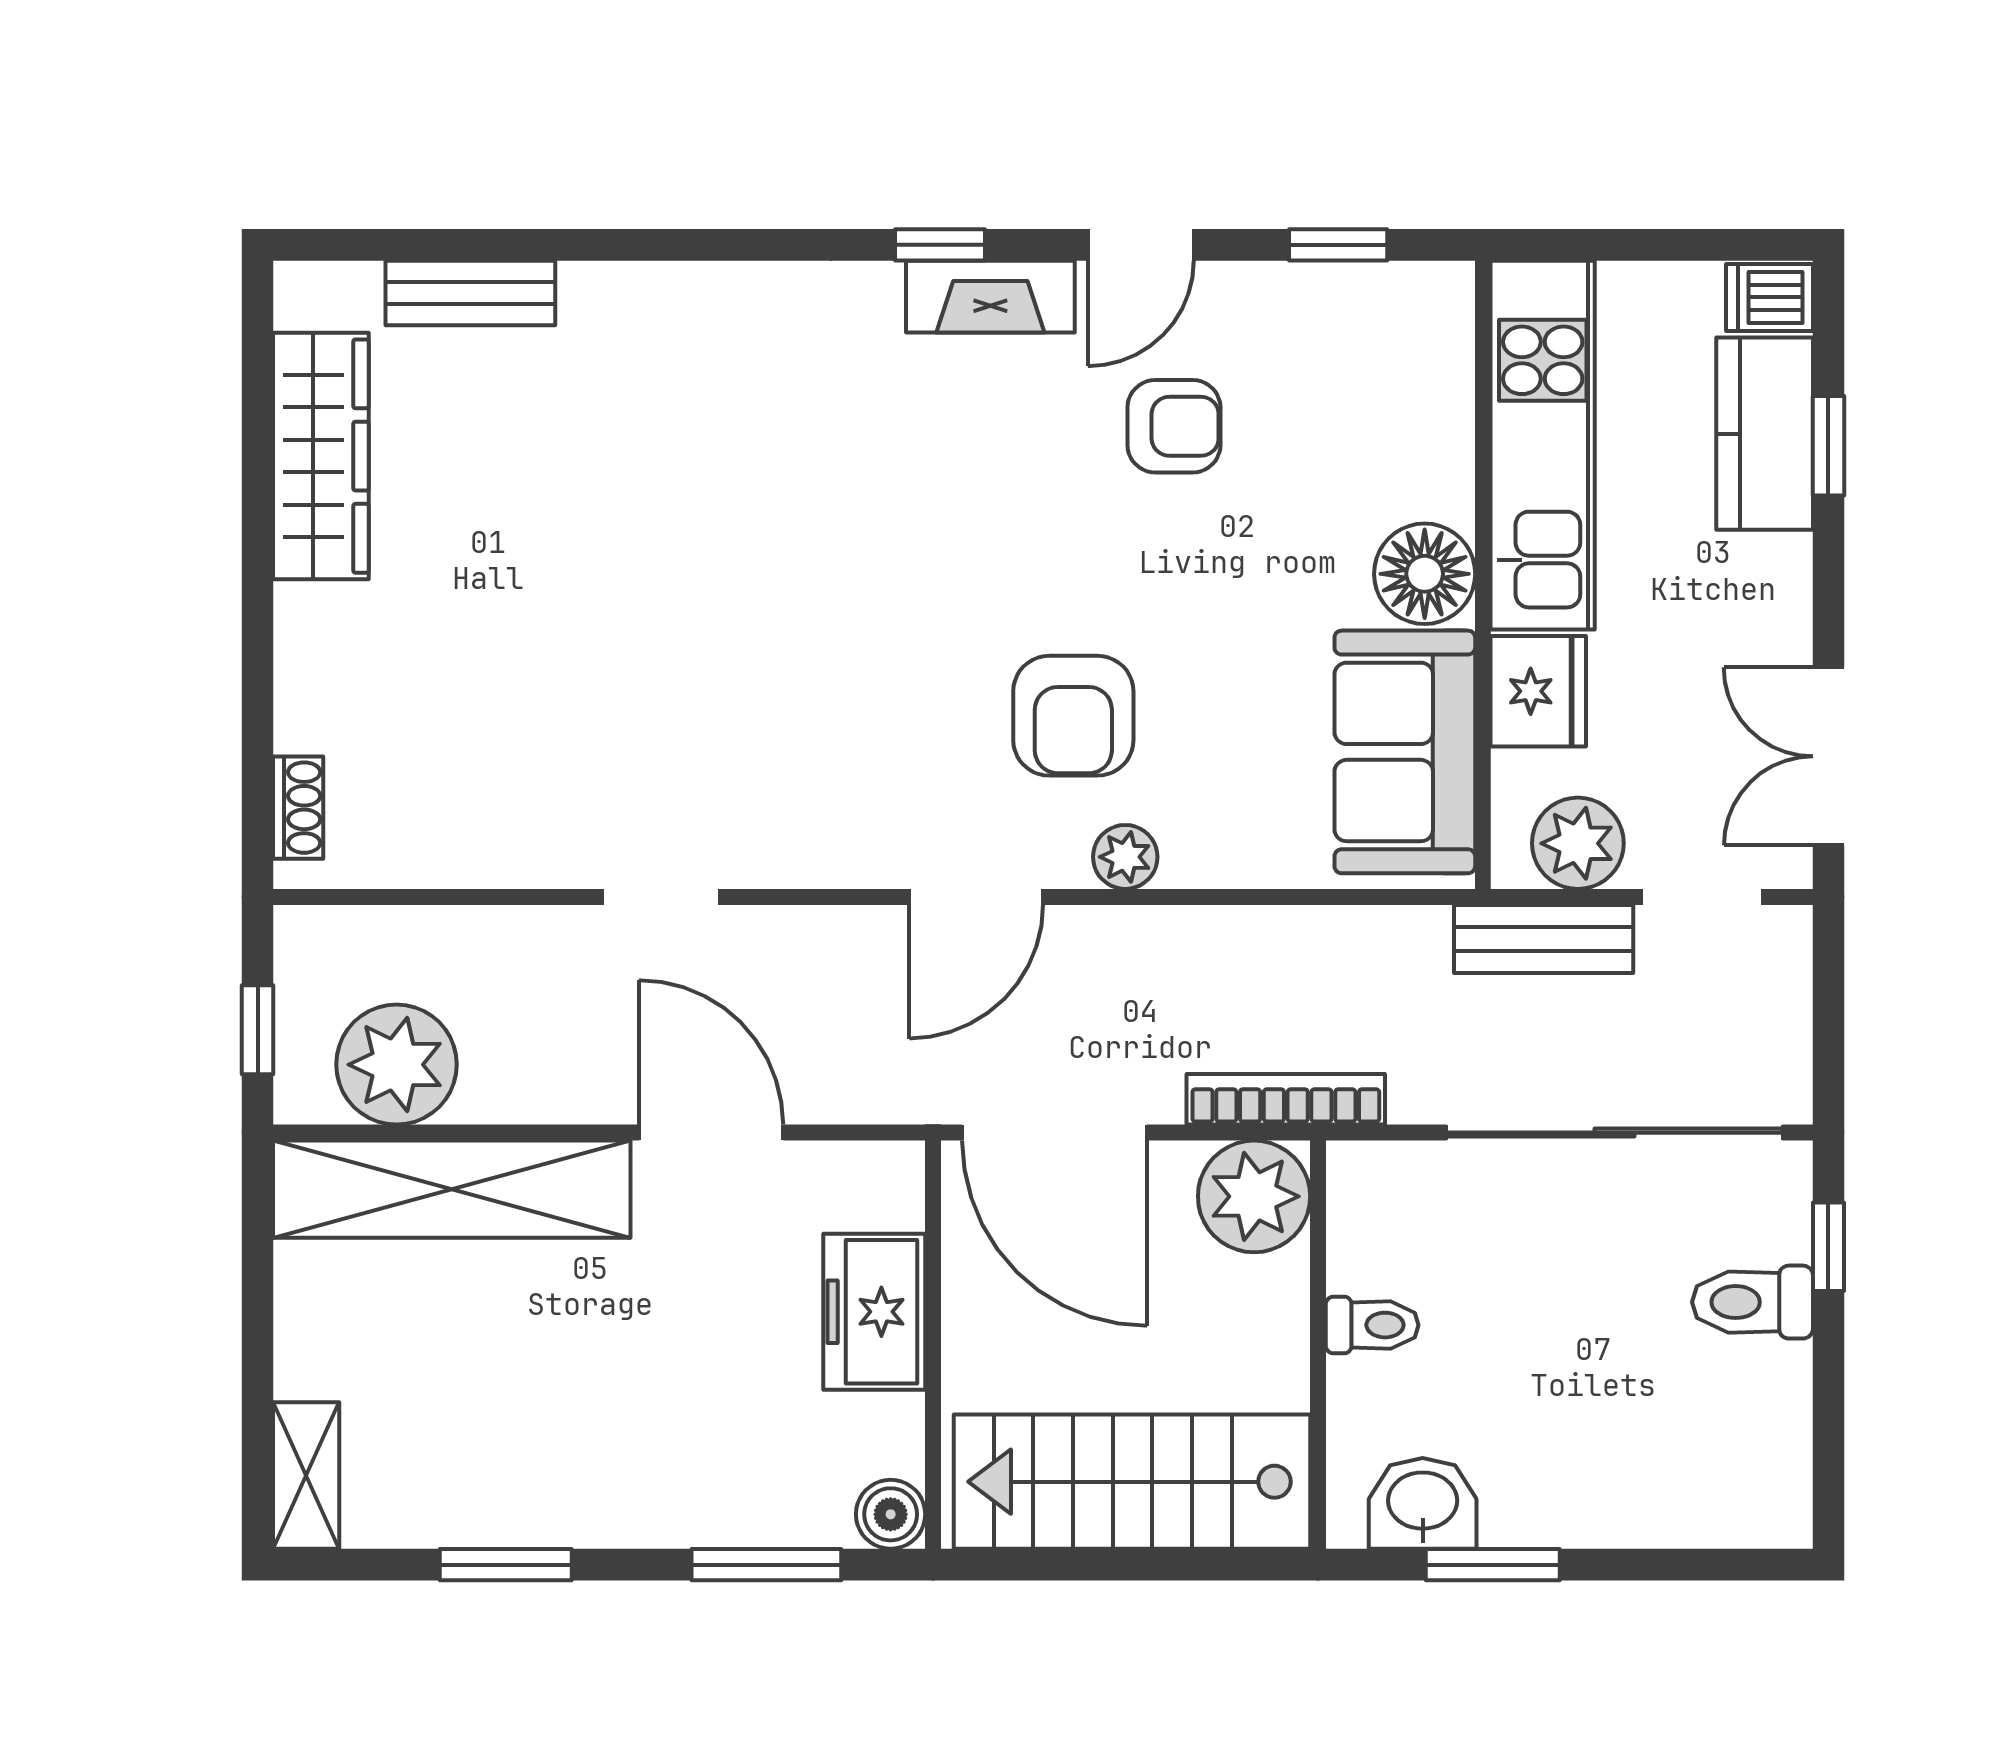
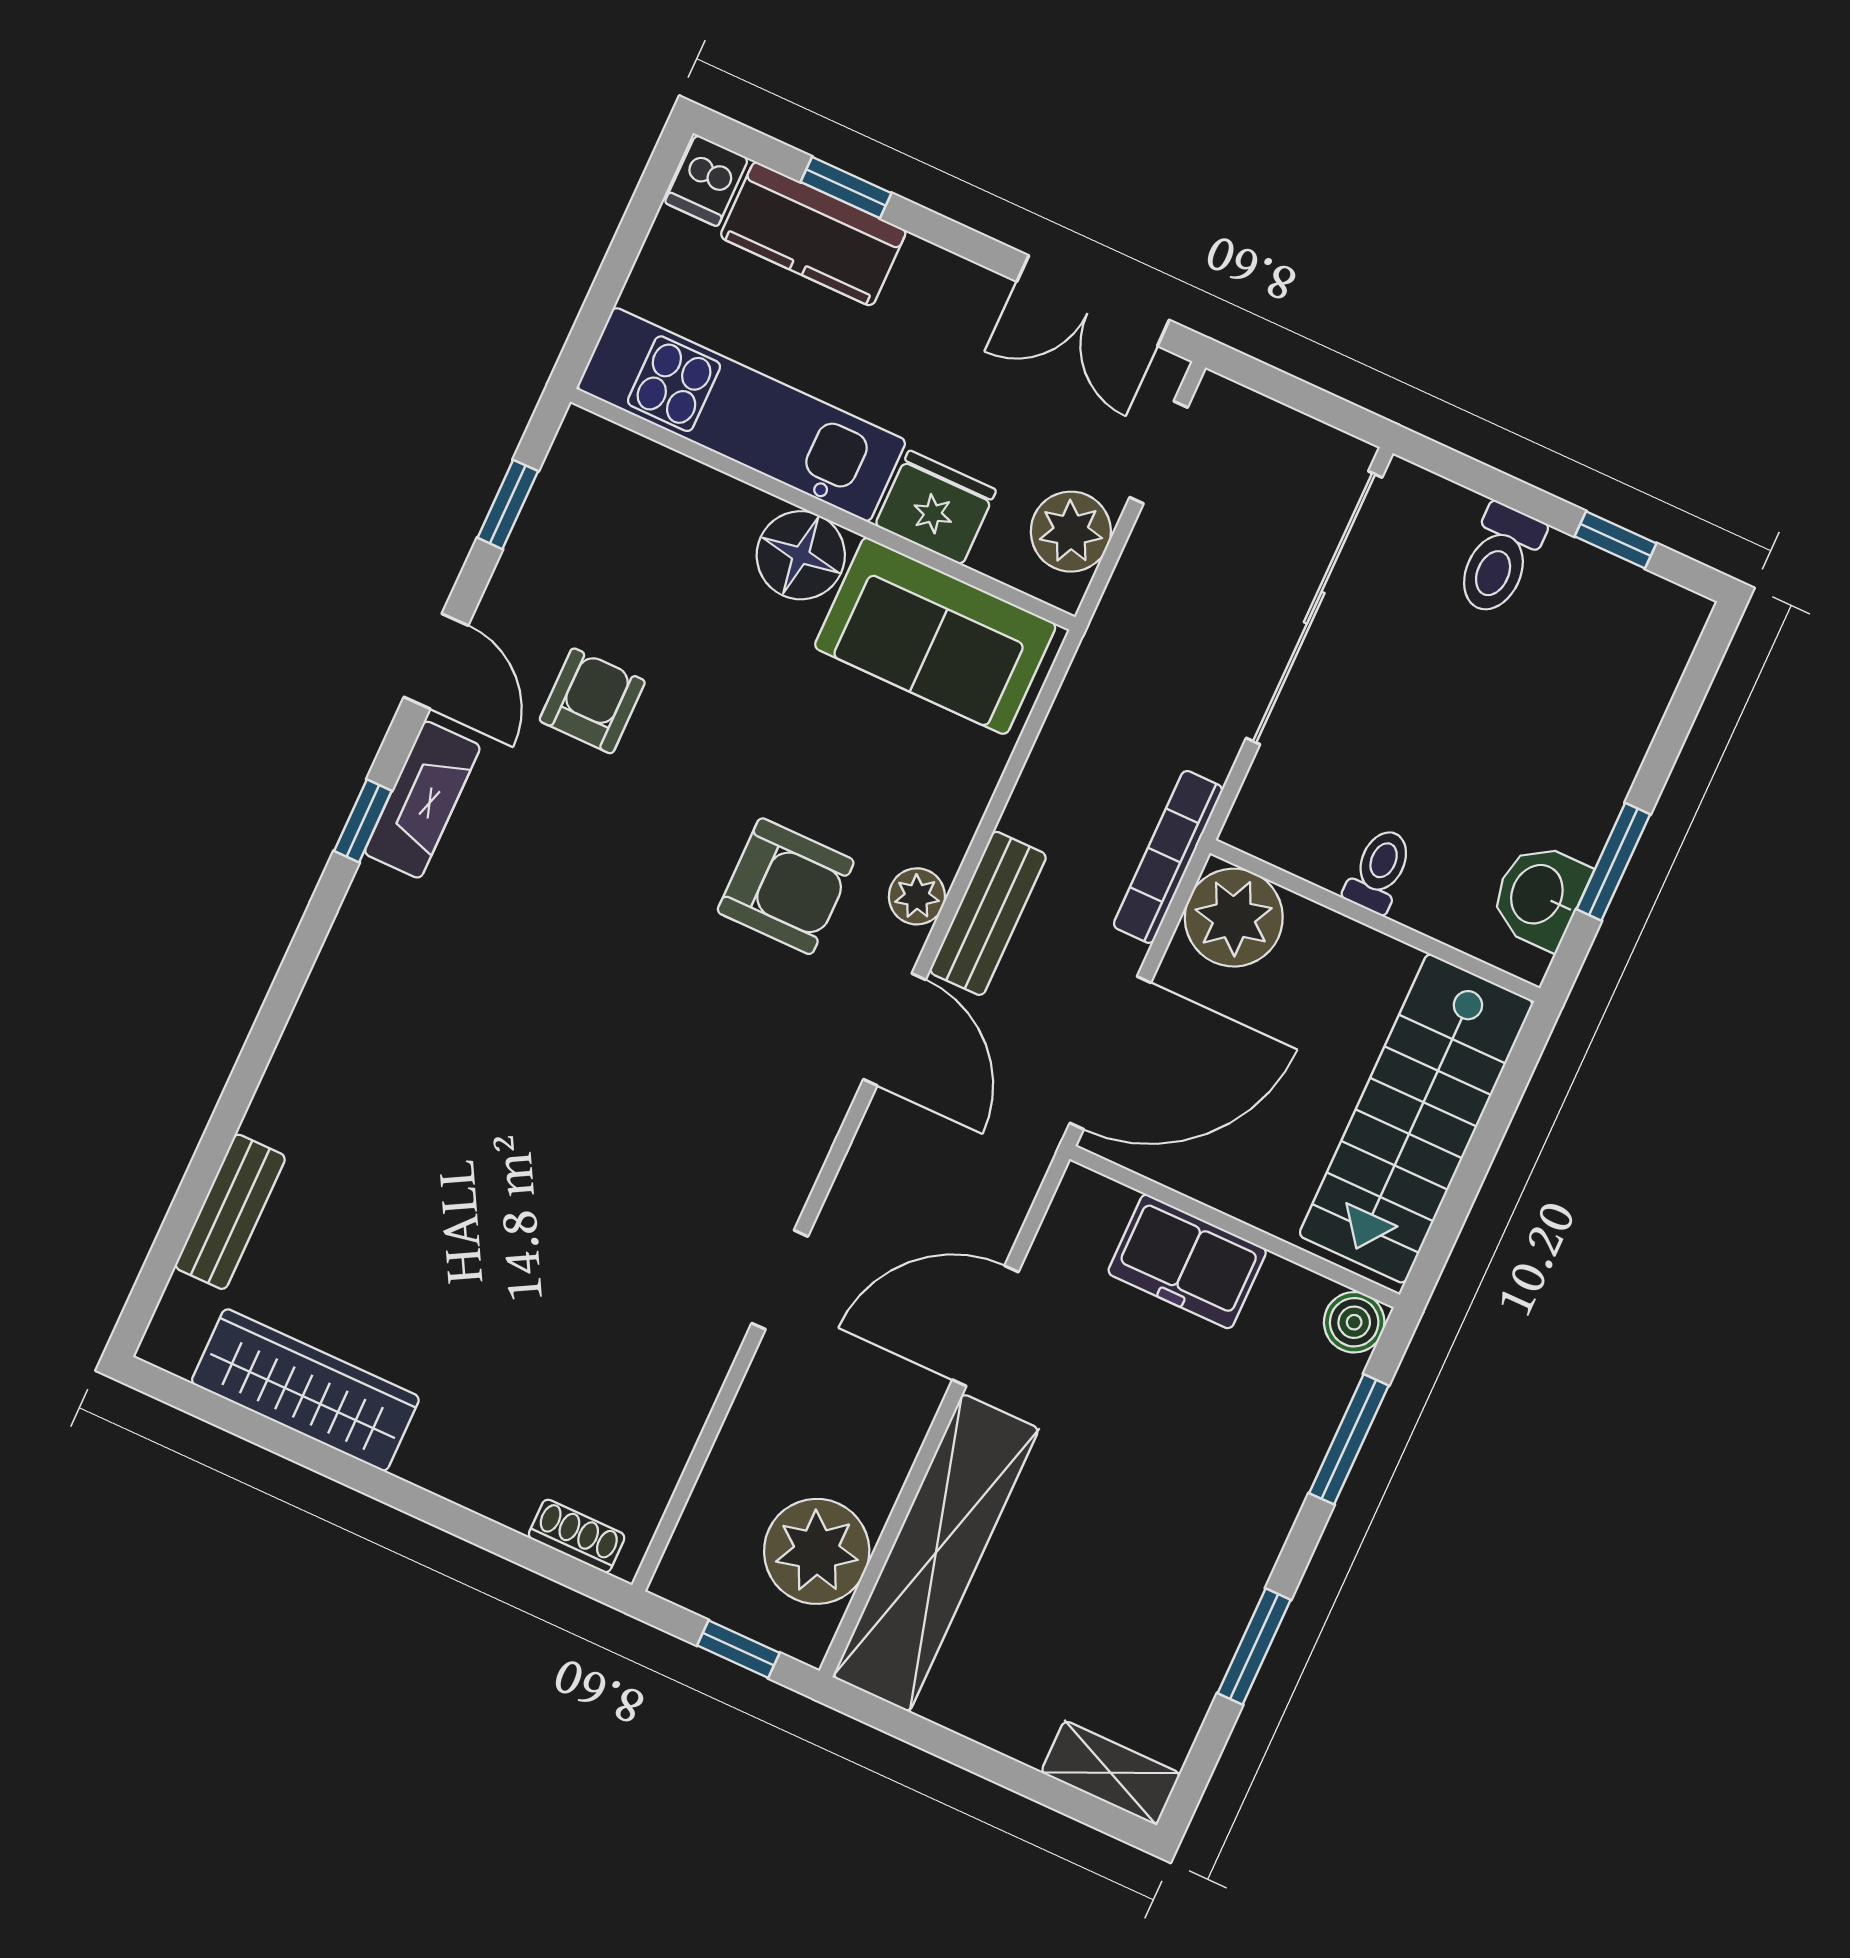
bench: (1544, 939) -> (988, 913), moved
window: (1828, 1247) -> (1615, 540), moved

